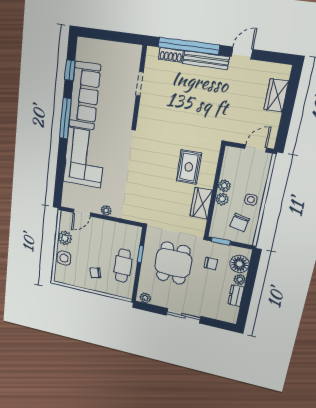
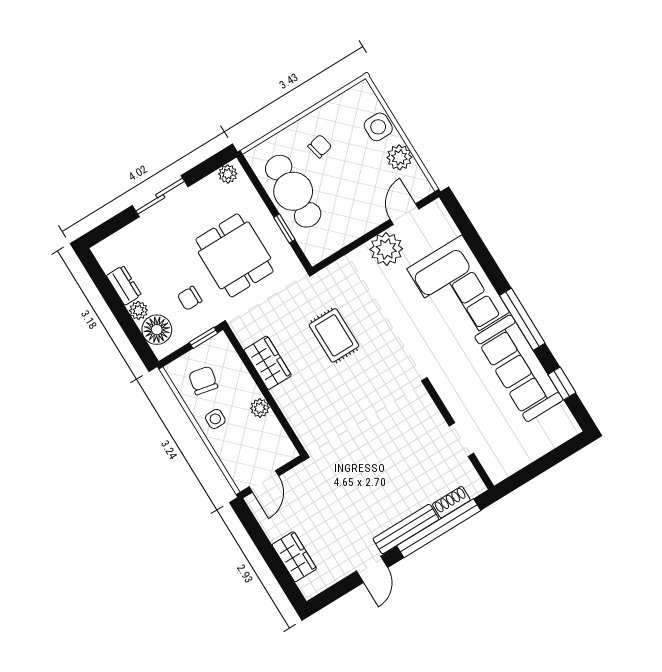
rug: (189, 167) -> (334, 335), moved
plant: (222, 199) -> (248, 390), removed
plant: (106, 210) -> (386, 249), width x1.88, depth x1.88
cafe table: (123, 266) -> (293, 191), width x1.37, depth x1.35

